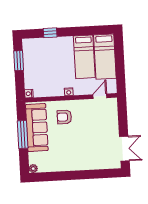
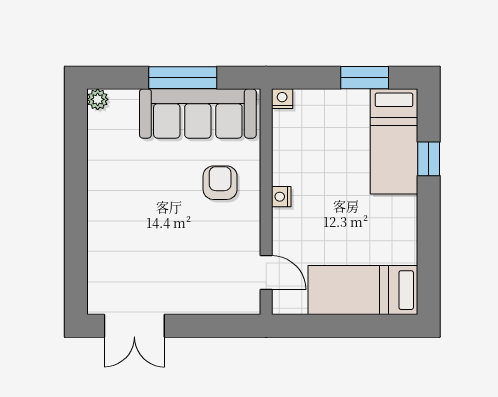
bed: (84, 57) -> (394, 141), moved, turned -90

